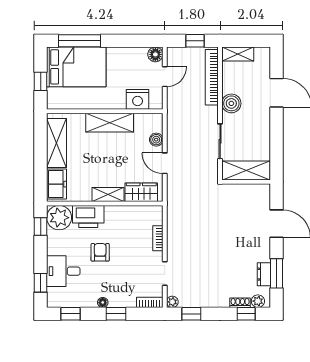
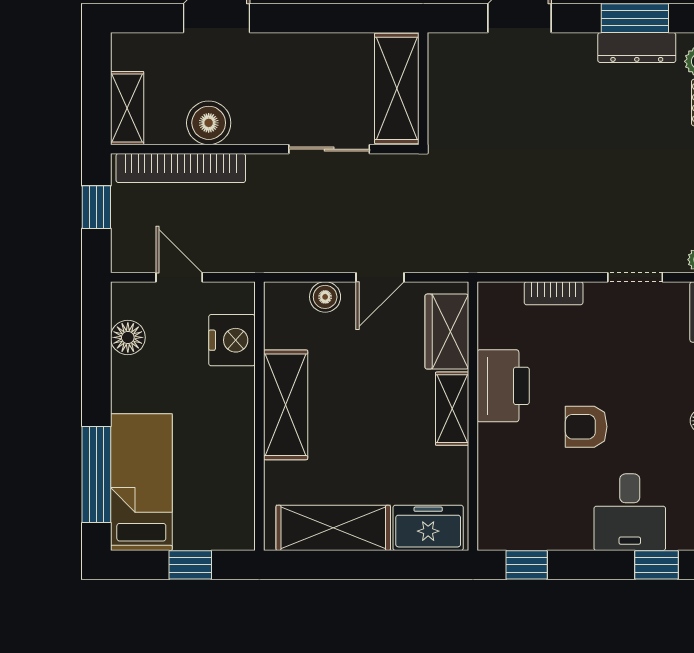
floor lamp: (155, 54) -> (128, 337), moved
bed: (76, 67) -> (141, 482), width x0.67
boiler: (231, 103) -> (209, 123), moved
printer: (88, 216) -> (503, 386), moved
plant: (59, 218) -> (506, 522), removed
dresser: (264, 274) -> (637, 48), width x1.44

